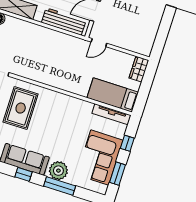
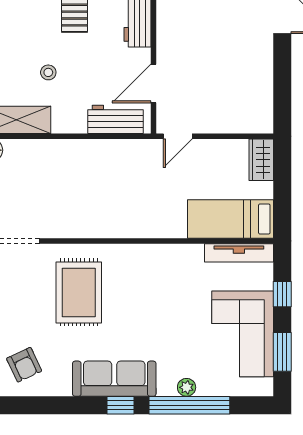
workbench: (64, 22) -> (116, 119), width x0.73
plant: (58, 171) -> (187, 387), width x0.53, depth x0.53
window: (60, 186) -> (189, 405), width x1.46

